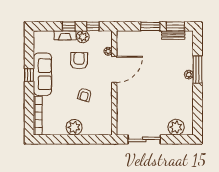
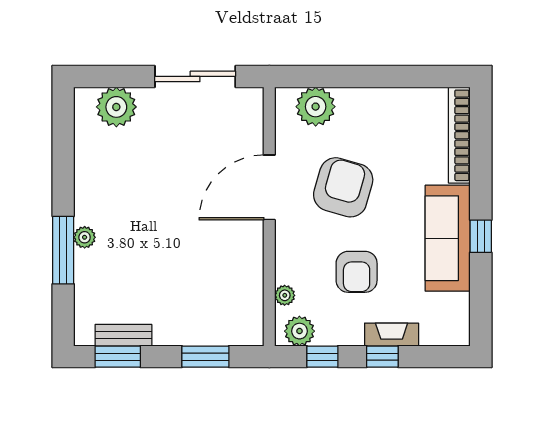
window: (150, 26) -> (205, 357), moved
plant: (83, 37) -> (299, 331), moved
door: (114, 69) -> (269, 187), moved
armchair: (85, 95) -> (343, 187), width x1.88, depth x1.88
plant: (74, 127) -> (316, 107), moved

